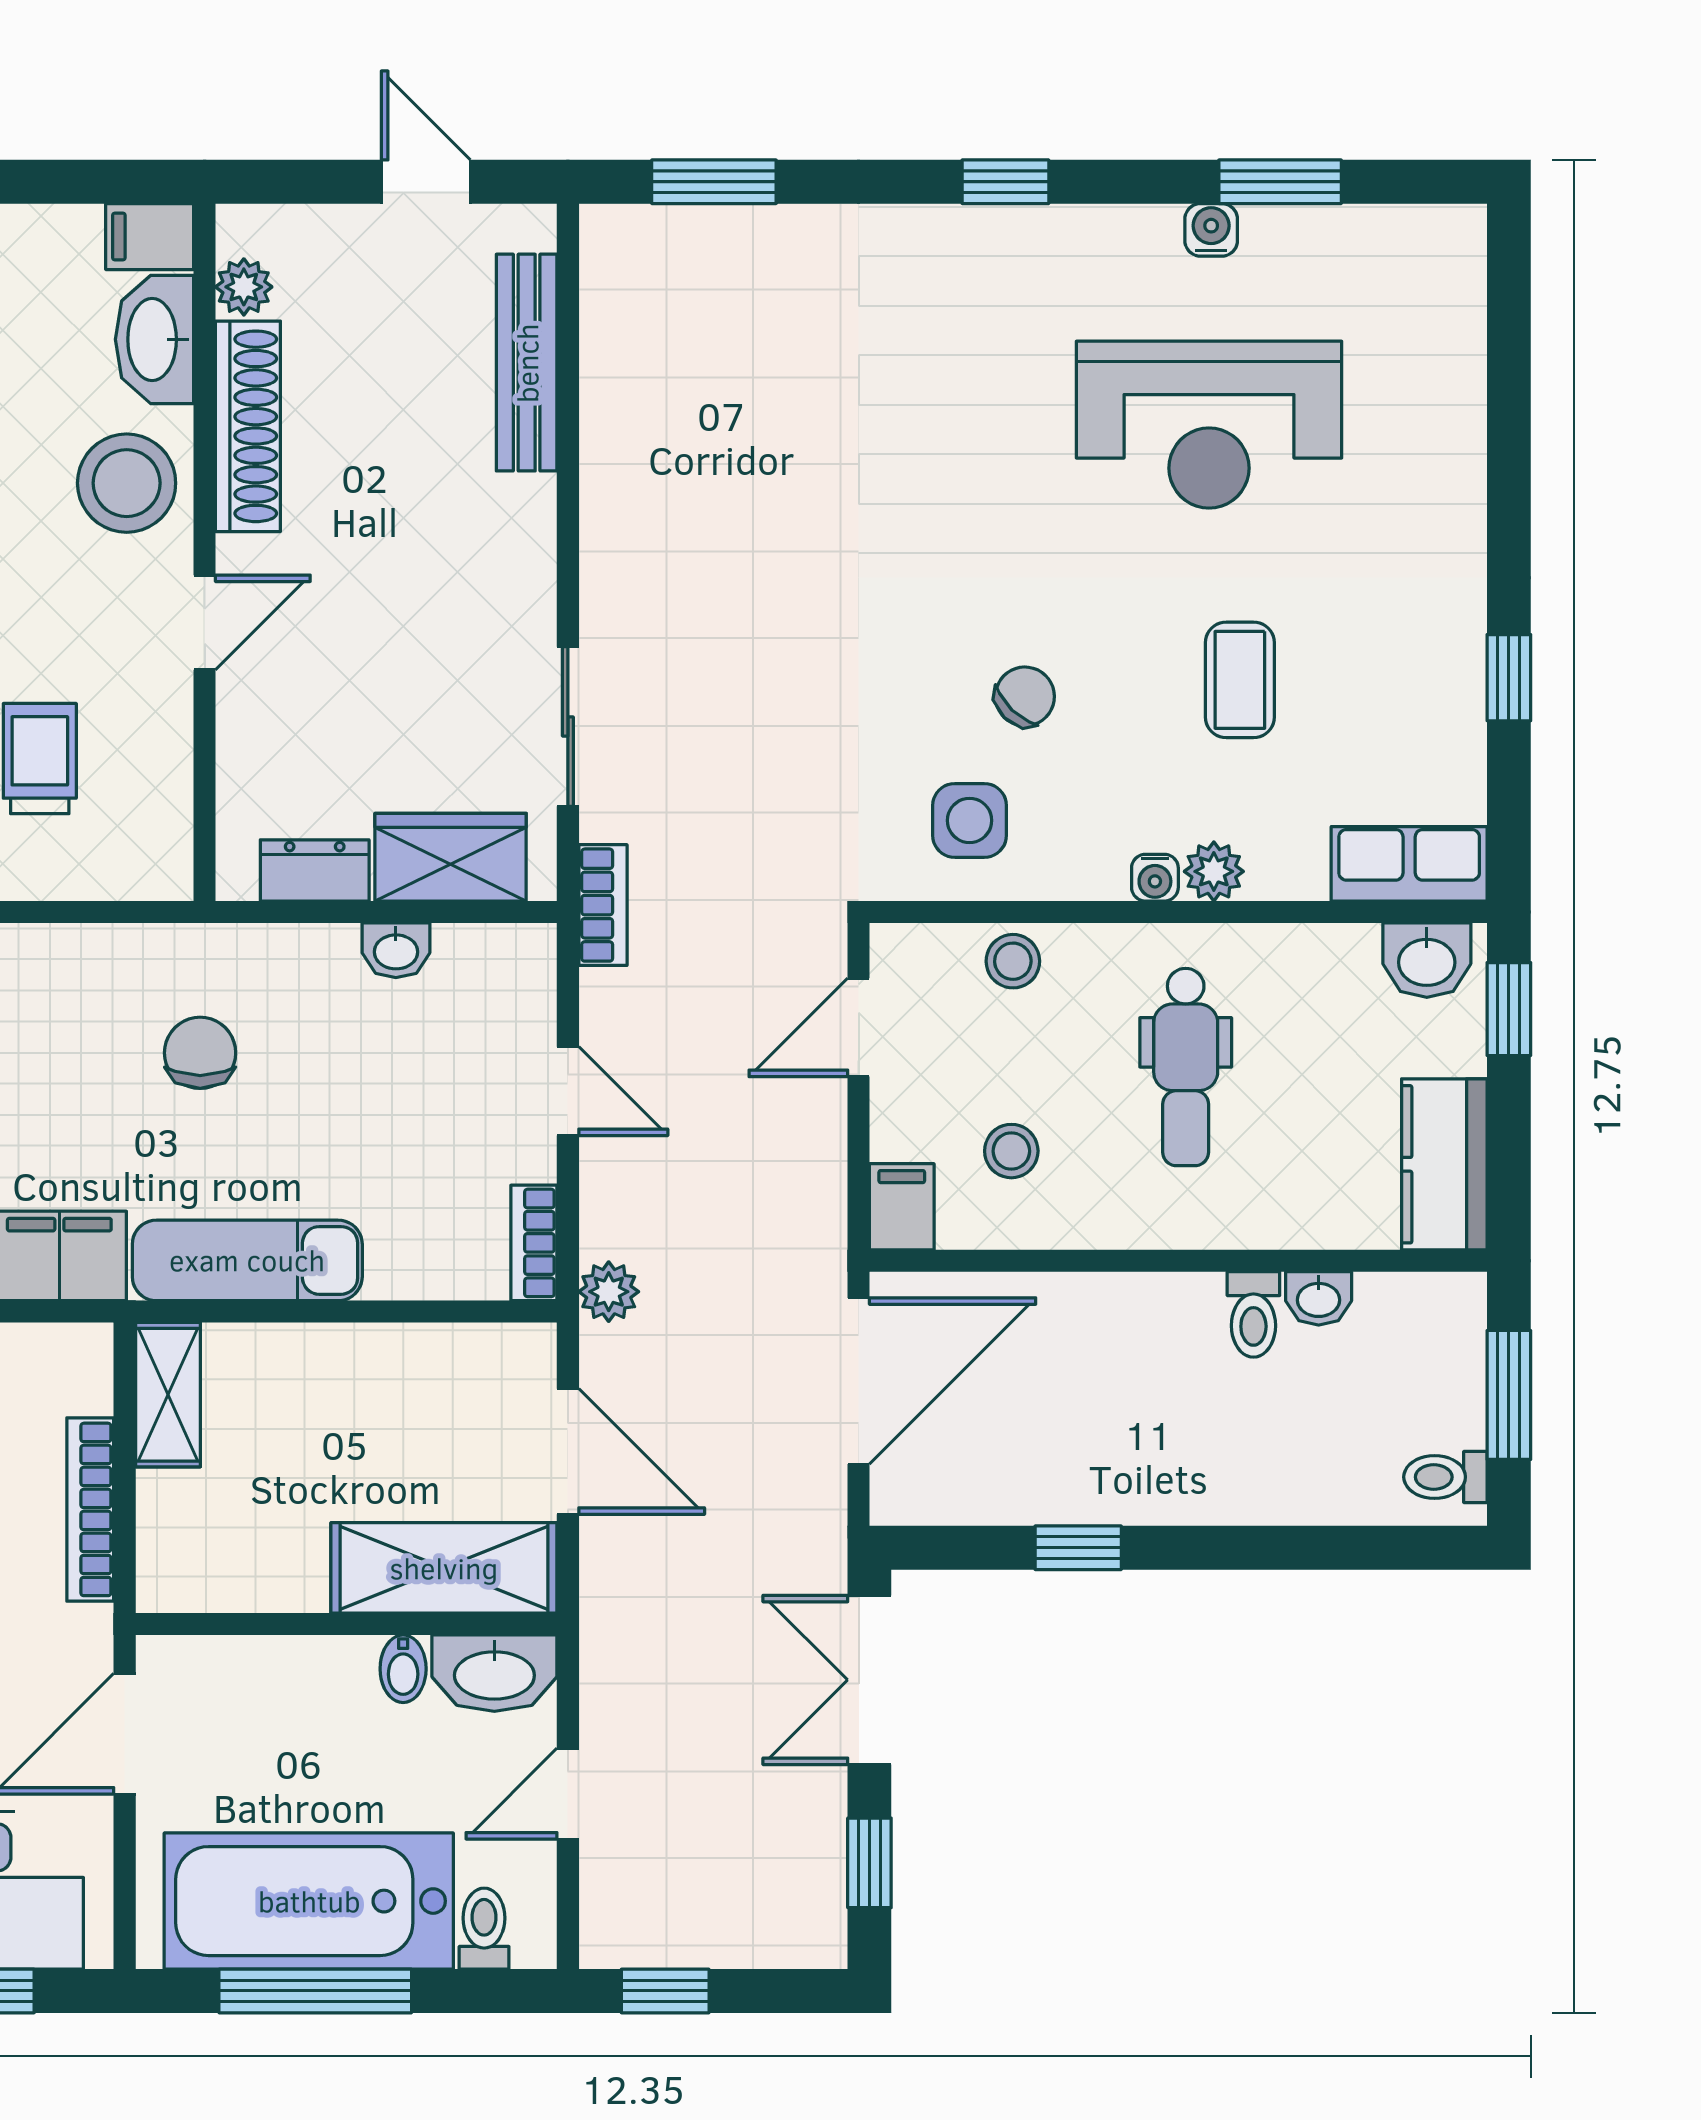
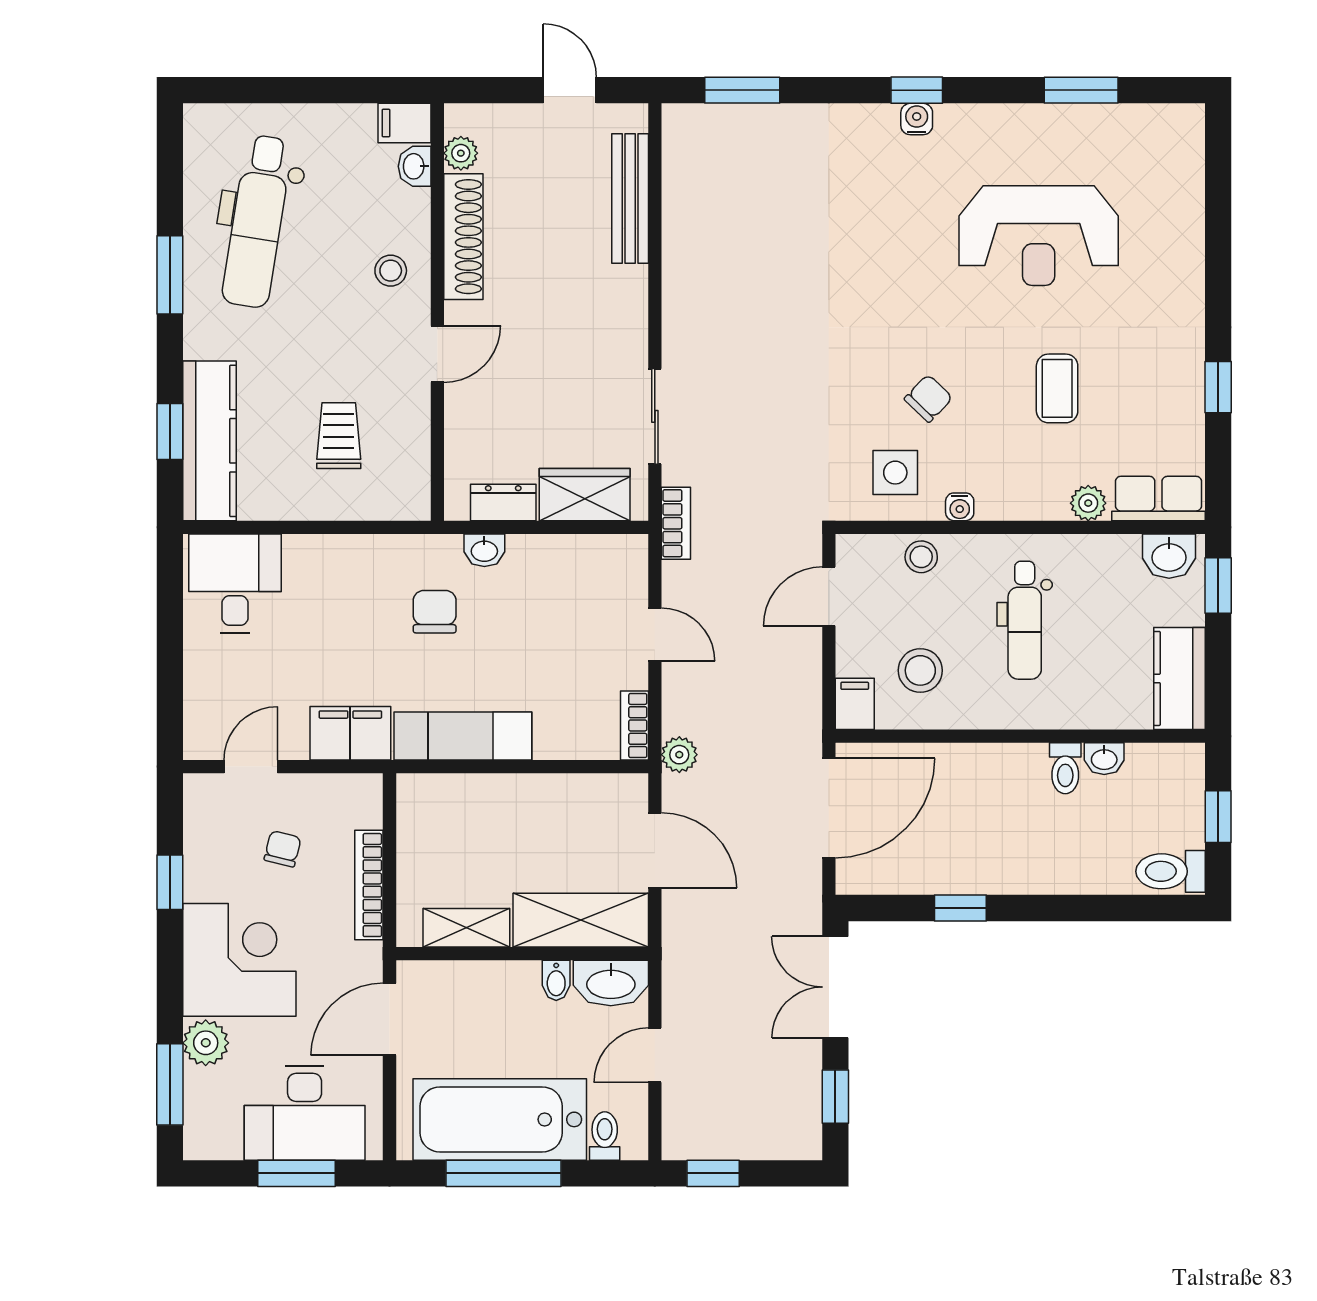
water cooler: (1211, 230) -> (917, 119), moved
washbasin: (154, 339) -> (415, 166), width x0.52, depth x0.69
stool: (127, 483) -> (391, 271), width x0.53, depth x0.53
plant: (1214, 871) -> (1088, 503), moved
water cooler: (1155, 878) -> (960, 507), moved
washbasin: (396, 950) -> (484, 550), moved
stool: (1011, 1151) -> (920, 670), width x1.37, depth x1.37
shelving: (168, 1395) -> (466, 928), moved, turned 90
window: (1509, 1395) -> (1218, 817), width x0.67
toilet: (1445, 1477) -> (1171, 871), width x1.37, depth x1.39

